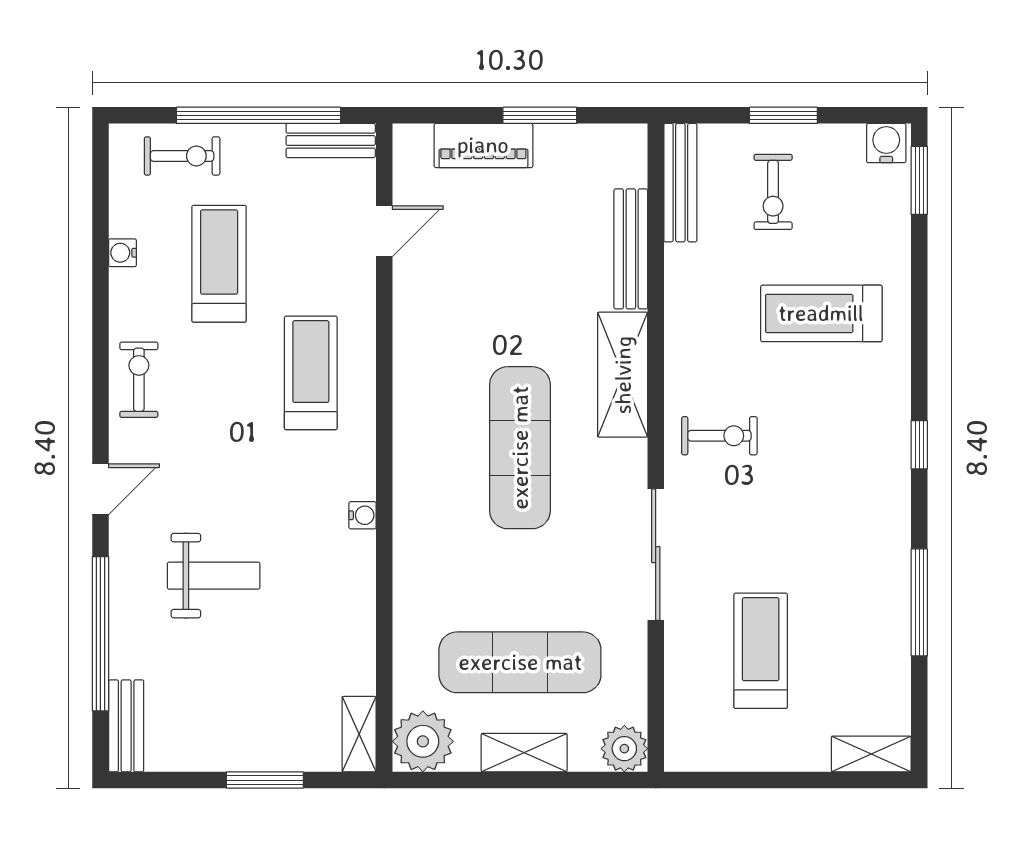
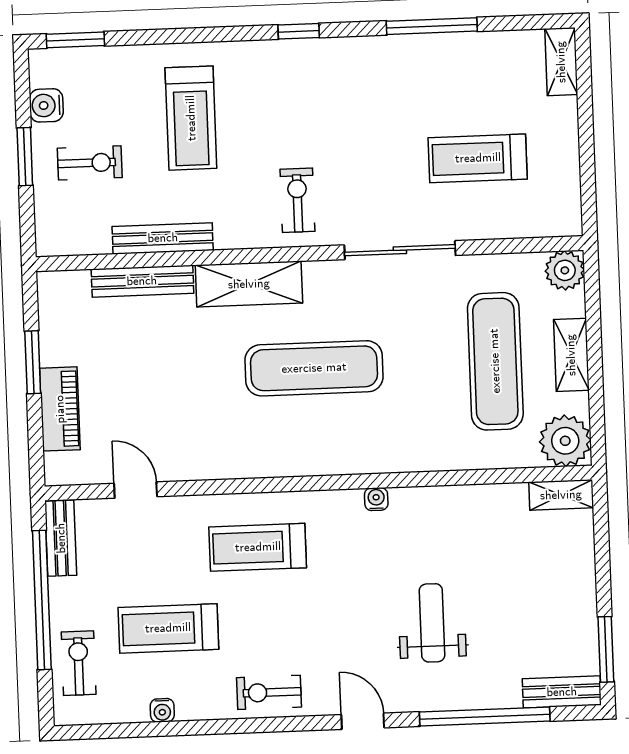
water cooler: (886, 143) -> (46, 105), moved
bench: (680, 183) -> (163, 238), moved
window: (265, 780) -> (606, 649), moved

